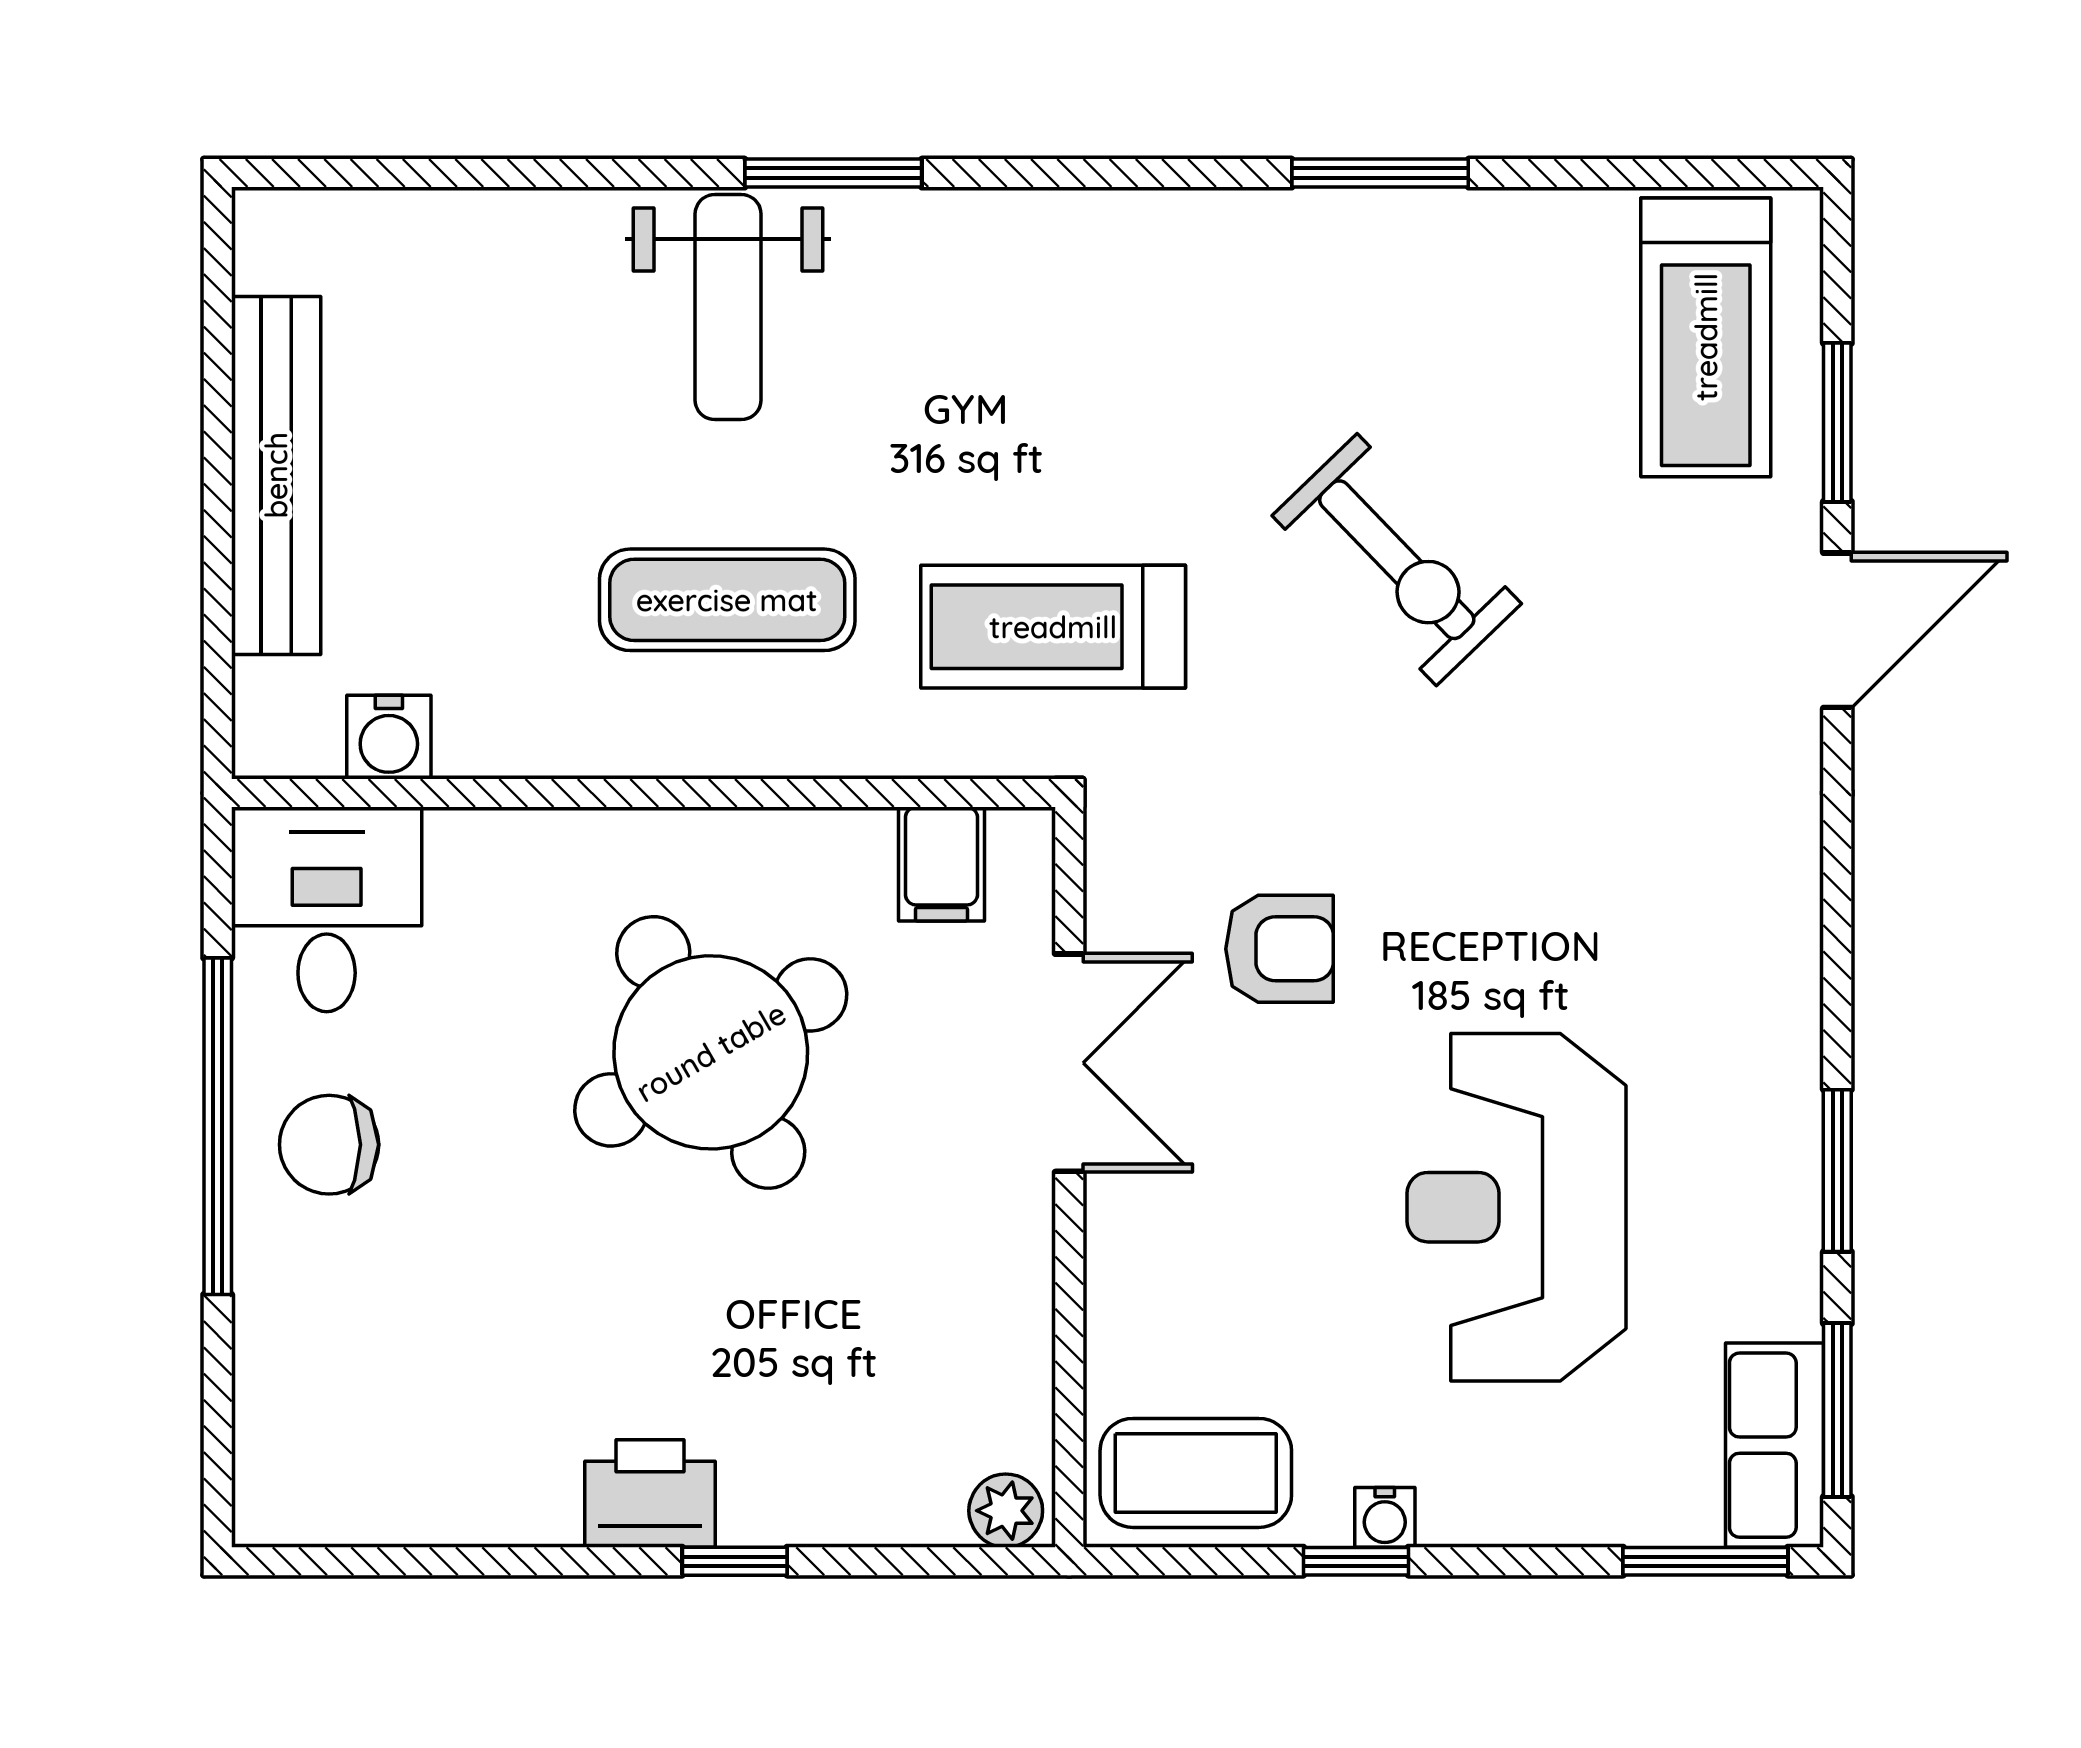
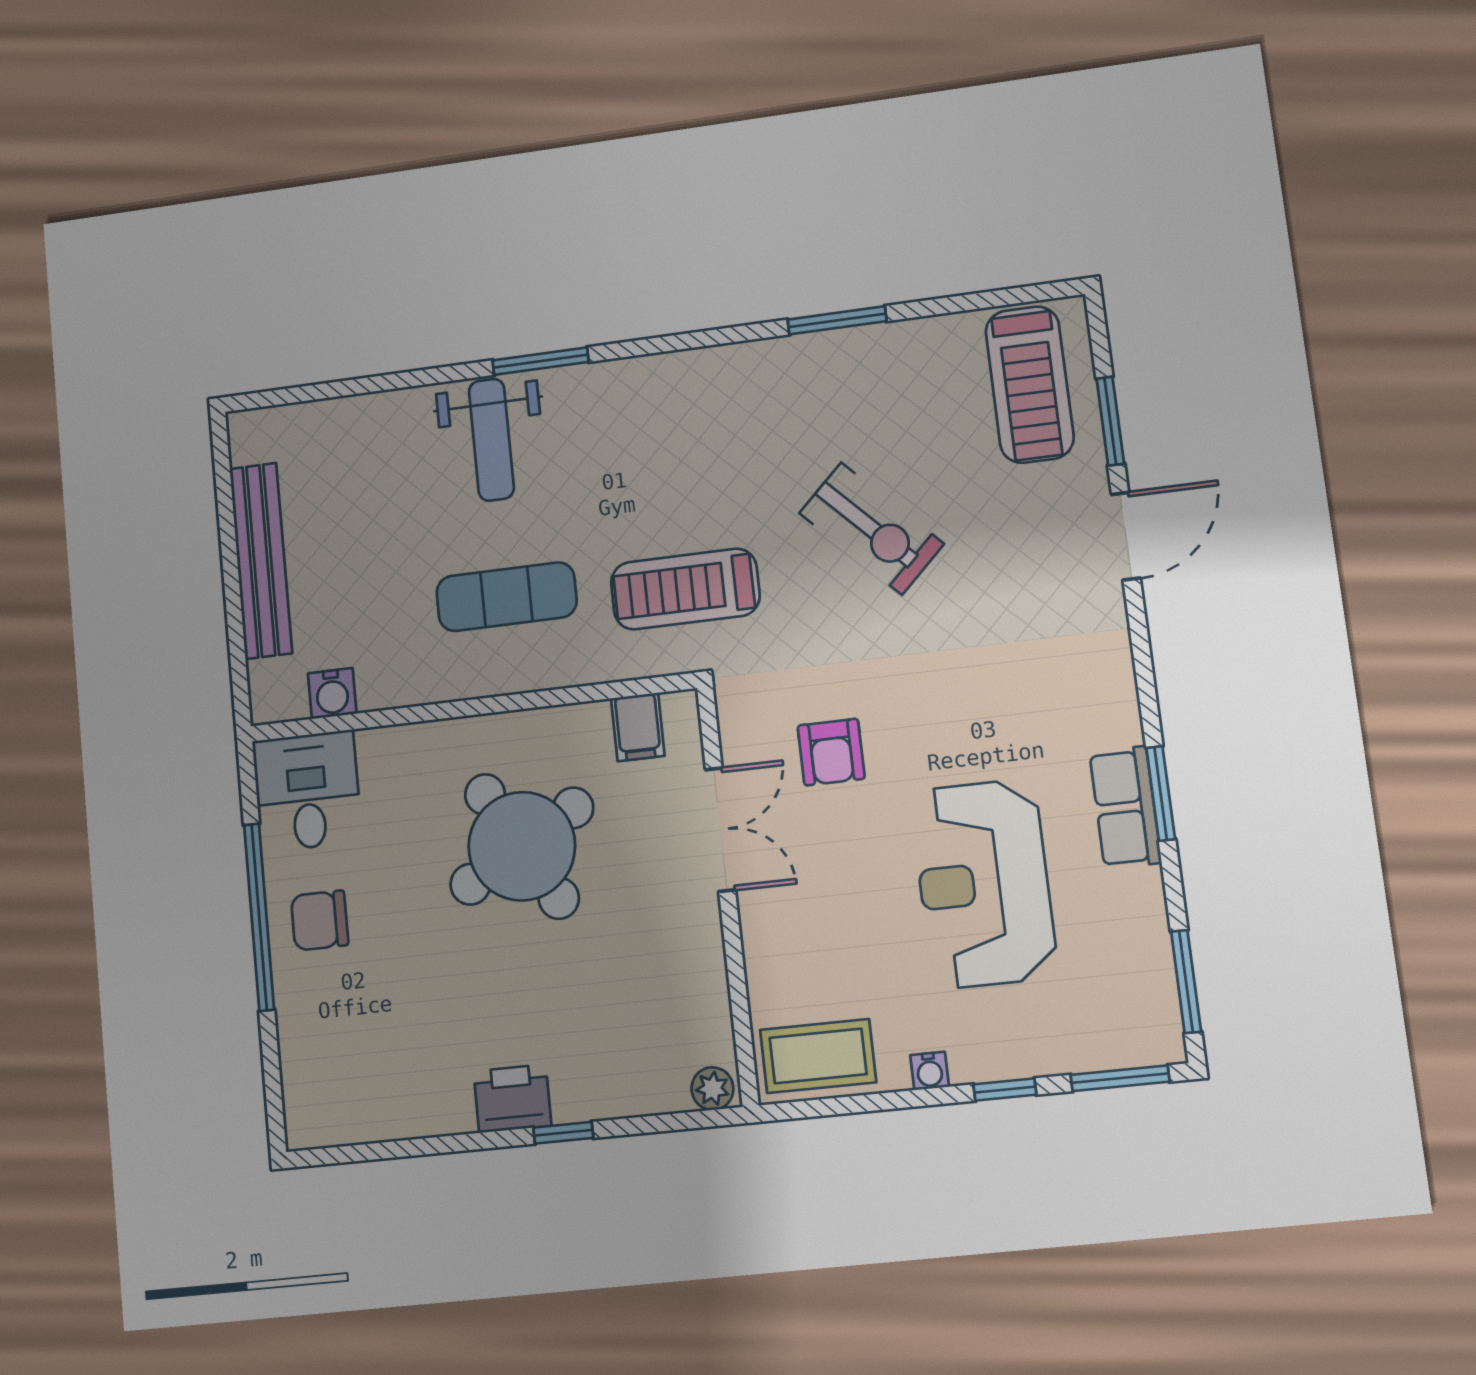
armchair: (1280, 949) -> (831, 752), turned 90
window: (1837, 1171) -> (1161, 793), moved
row of seats: (1775, 1445) -> (1125, 807), moved
window: (1356, 1561) -> (1005, 1090), moved

